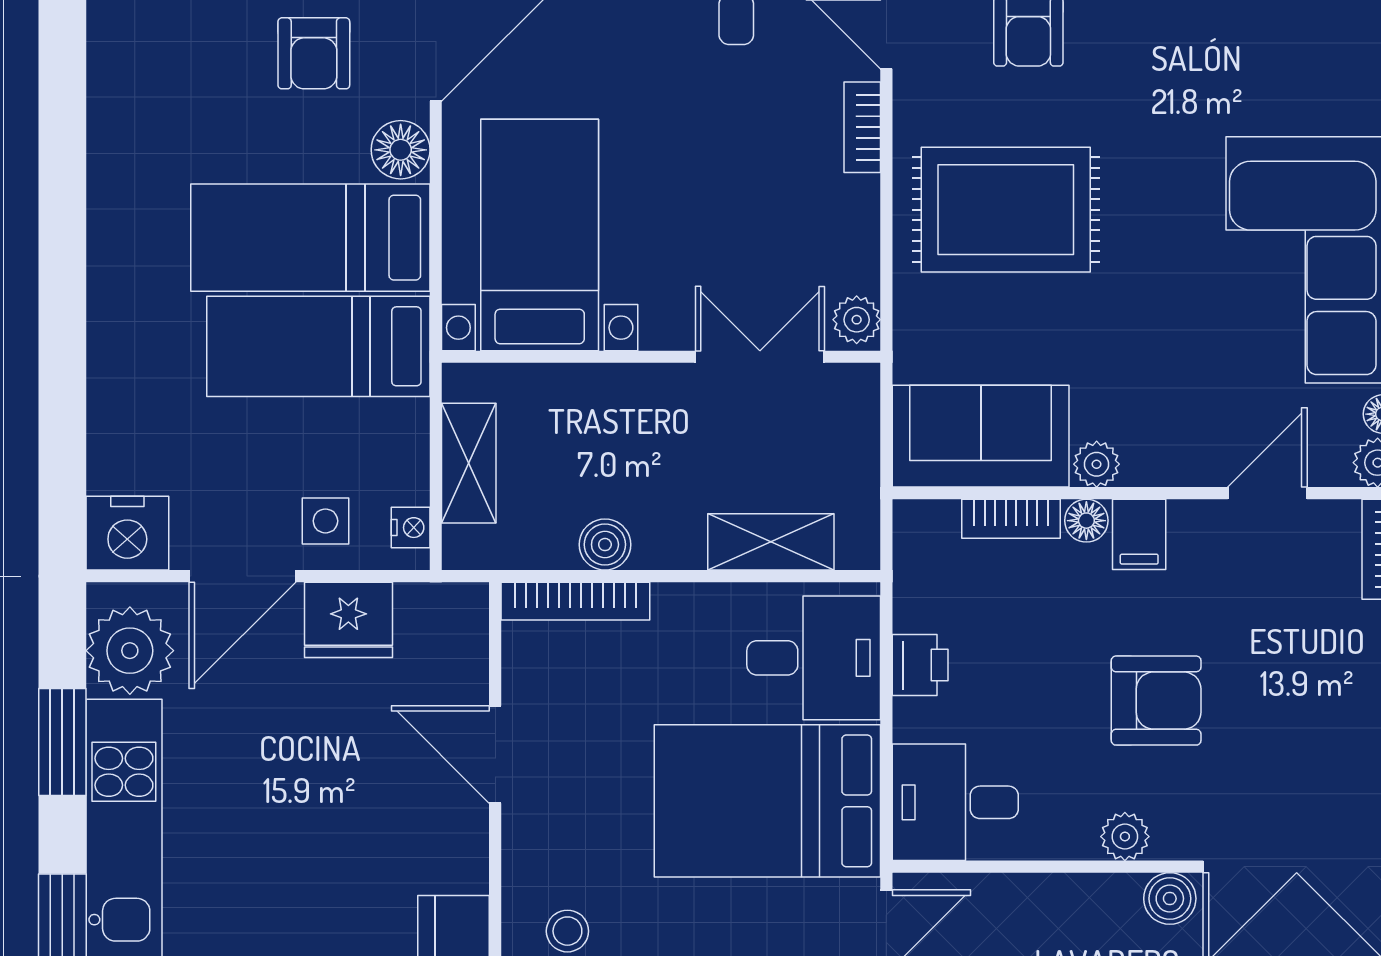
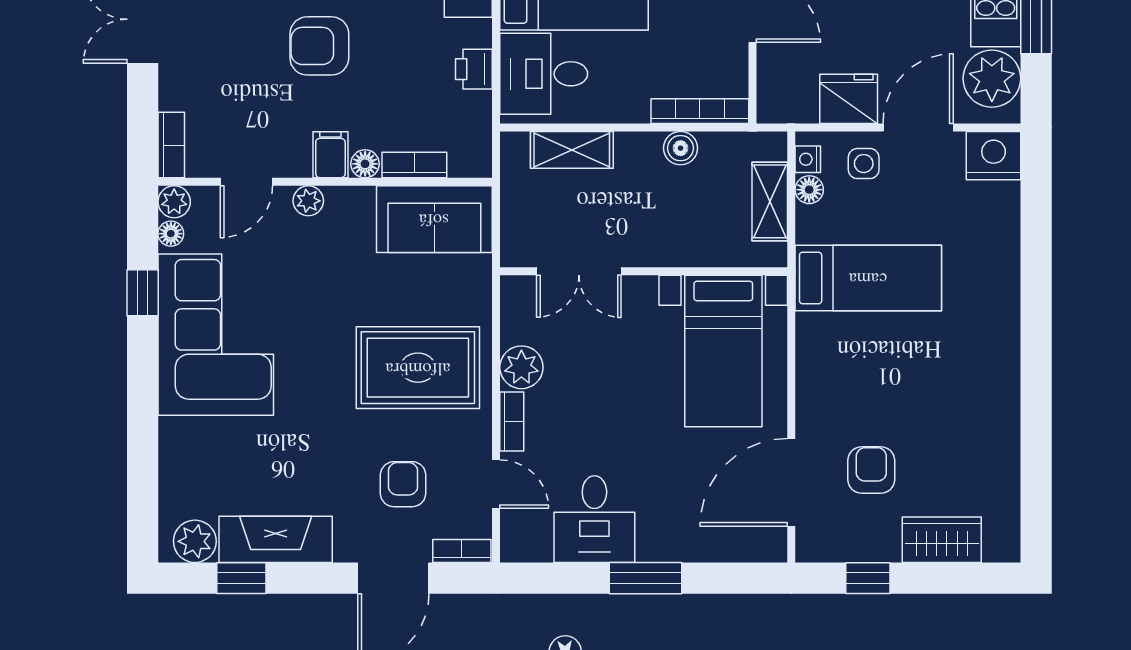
floor lamp: (401, 150) -> (809, 190), moved, width x0.73, depth x0.73
bed: (310, 238) -> (874, 349), removed
plant: (857, 320) -> (521, 367), moved, width x1.38, depth x1.38
plant: (1097, 464) -> (308, 201), moved

